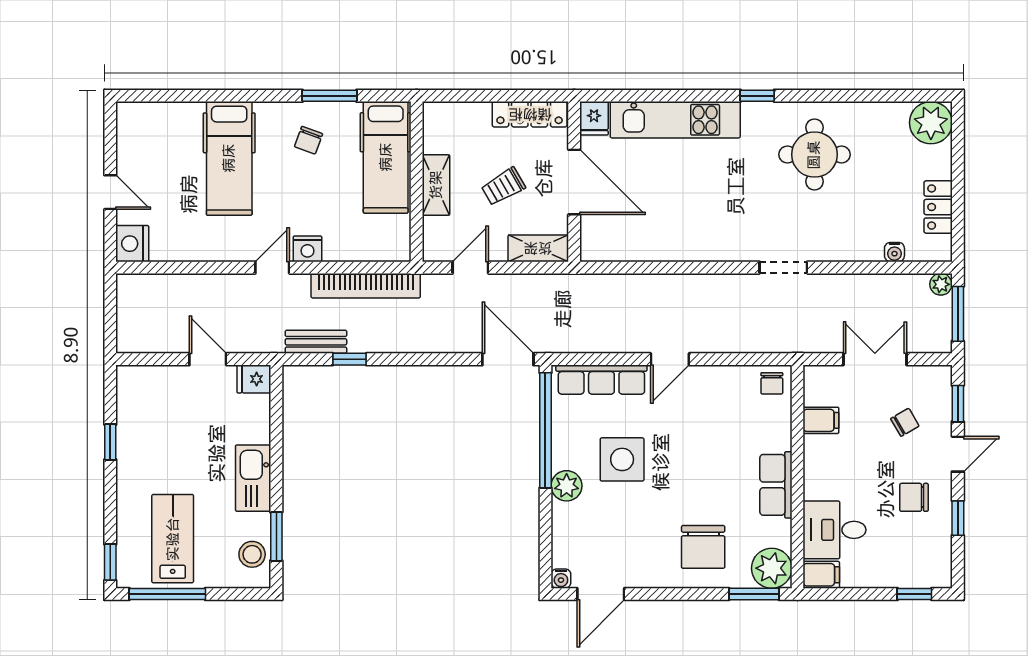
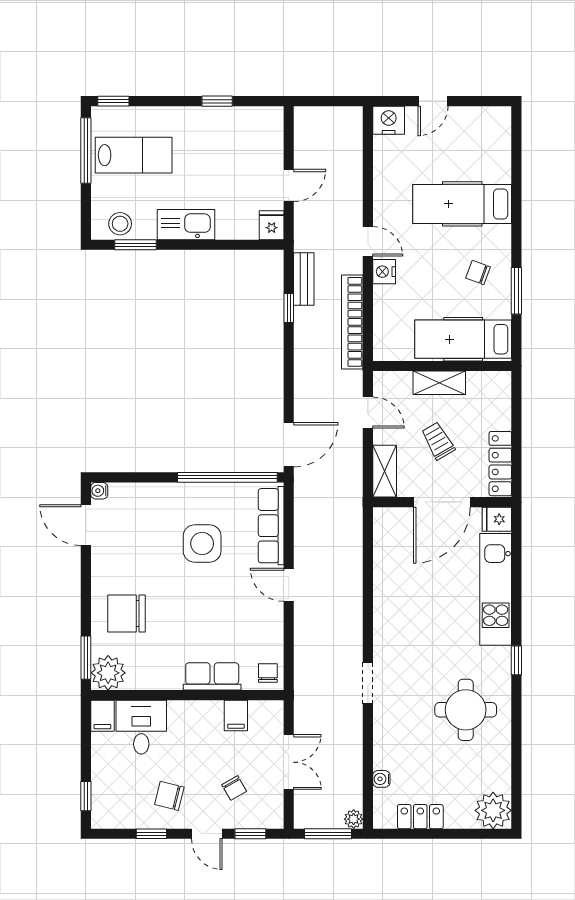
chair: (772, 383) -> (268, 673), turned 90
row of seats: (776, 485) -> (212, 676), moved
plant: (567, 486) -> (179, 496), removed
chair: (914, 497) -> (169, 796), turned -76

